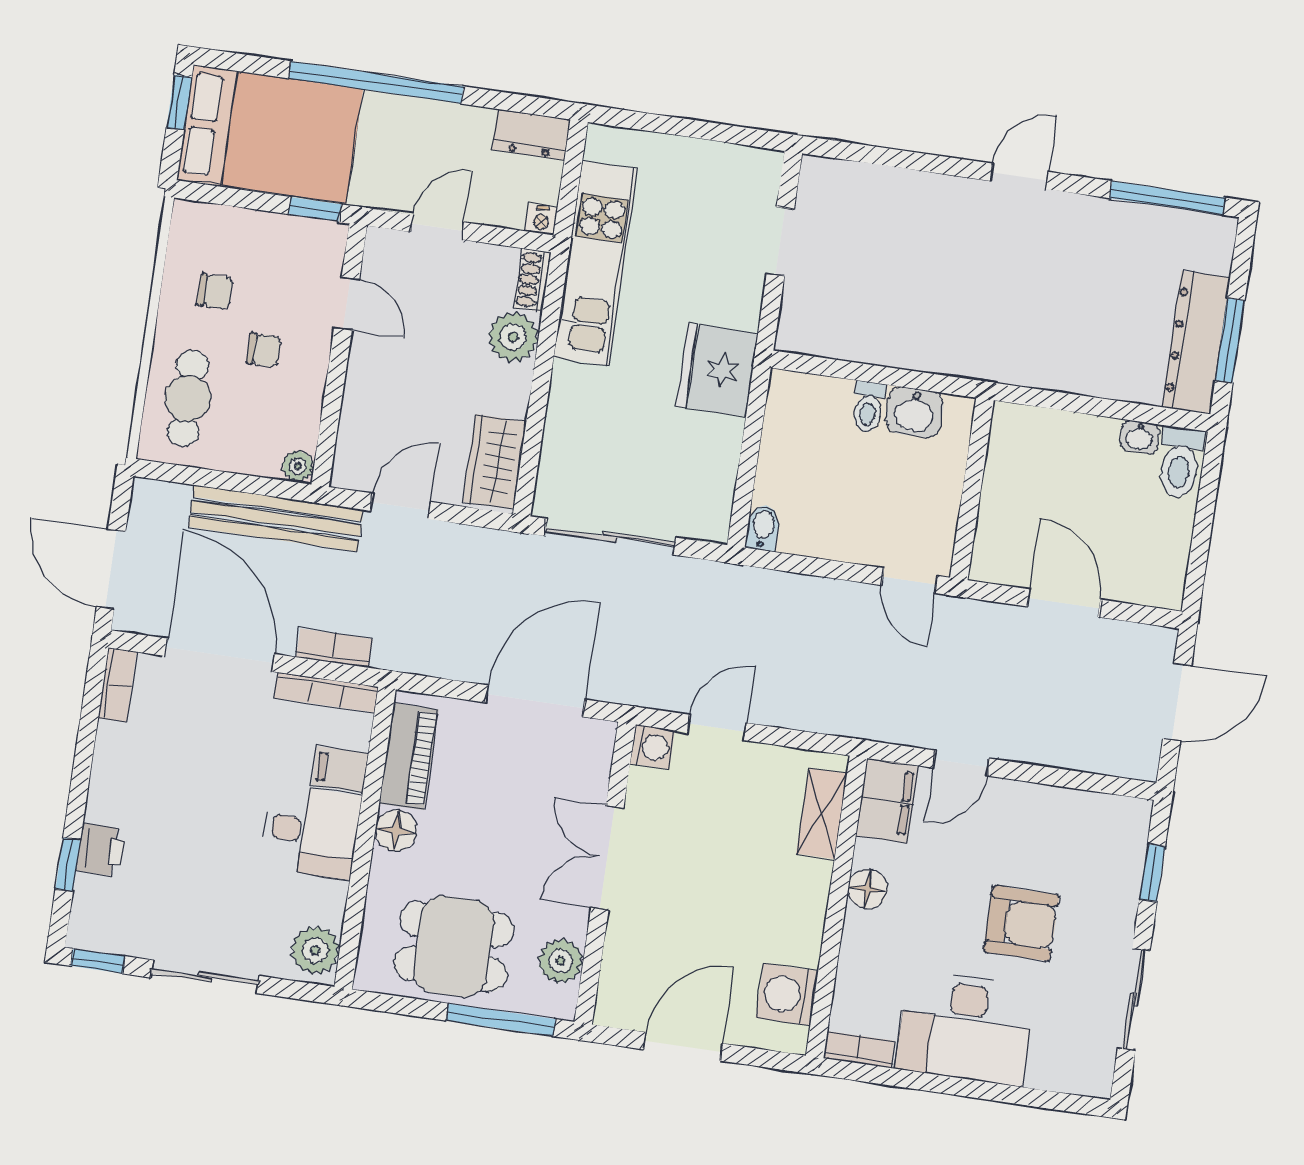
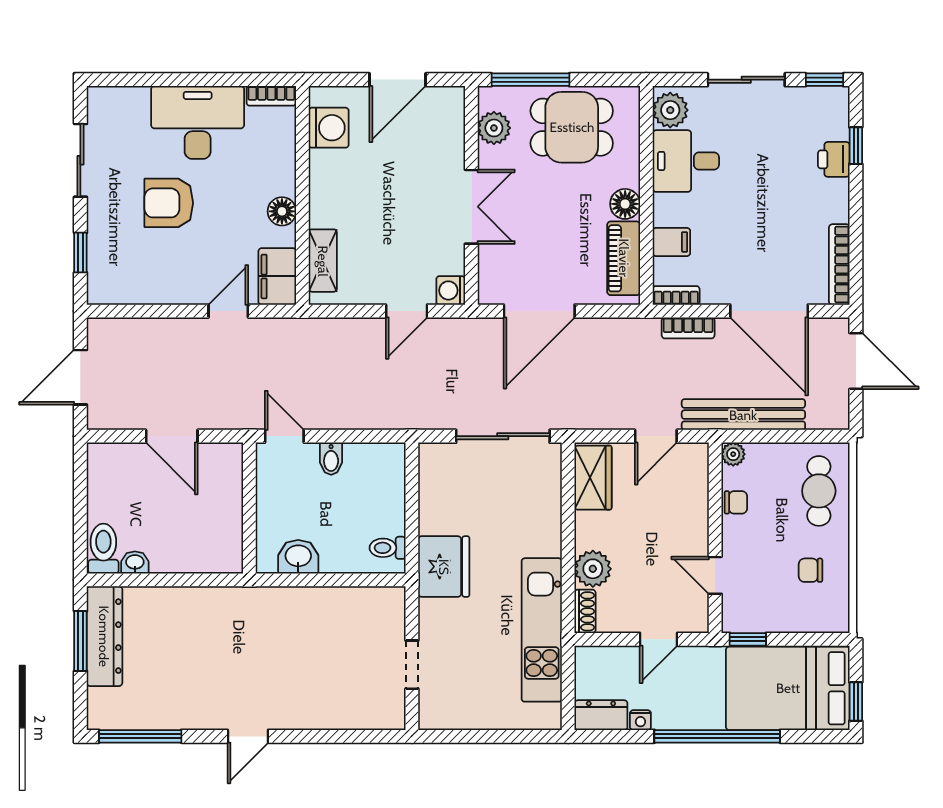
nightstand: (541, 220) -> (640, 720), moved, turned 180
chair: (264, 350) -> (736, 502), moved, turned 180
toilet: (868, 407) -> (388, 548), moved, turned -90
bidet: (763, 528) -> (331, 459), moved
bookcase: (117, 685) -> (839, 265), width x1.56
bookcase: (326, 692) -> (676, 295), width x0.64
desk: (311, 831) -> (686, 161), moved

